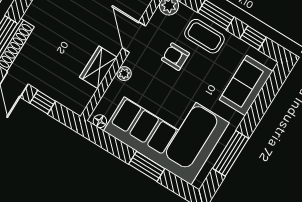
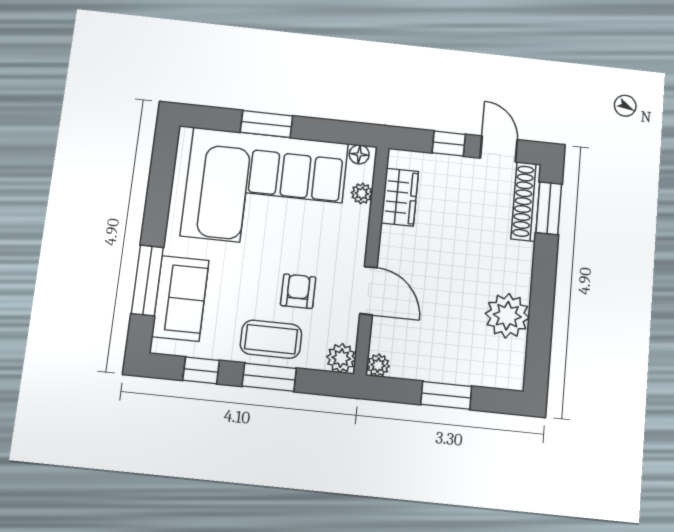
armchair: (175, 57) -> (298, 291), turned -90
wardrobe: (98, 67) -> (400, 197), moved
plant: (124, 74) -> (362, 193), moved
window: (231, 153) -> (147, 280), moved

